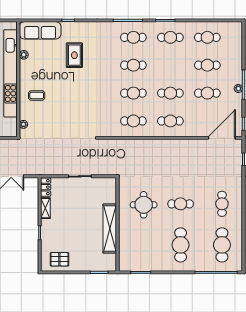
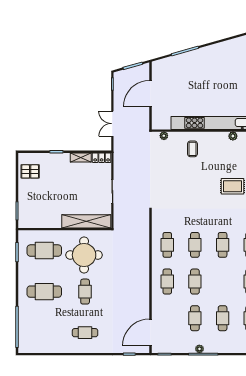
door: (222, 138) -> (150, 332), swing flipped
round table: (144, 205) -> (84, 255), width x1.36, depth x1.36
shelving: (110, 229) -> (86, 221), moved
cafe table: (222, 245) -> (44, 251), moved
pallet: (59, 259) -> (30, 171), turned 90

